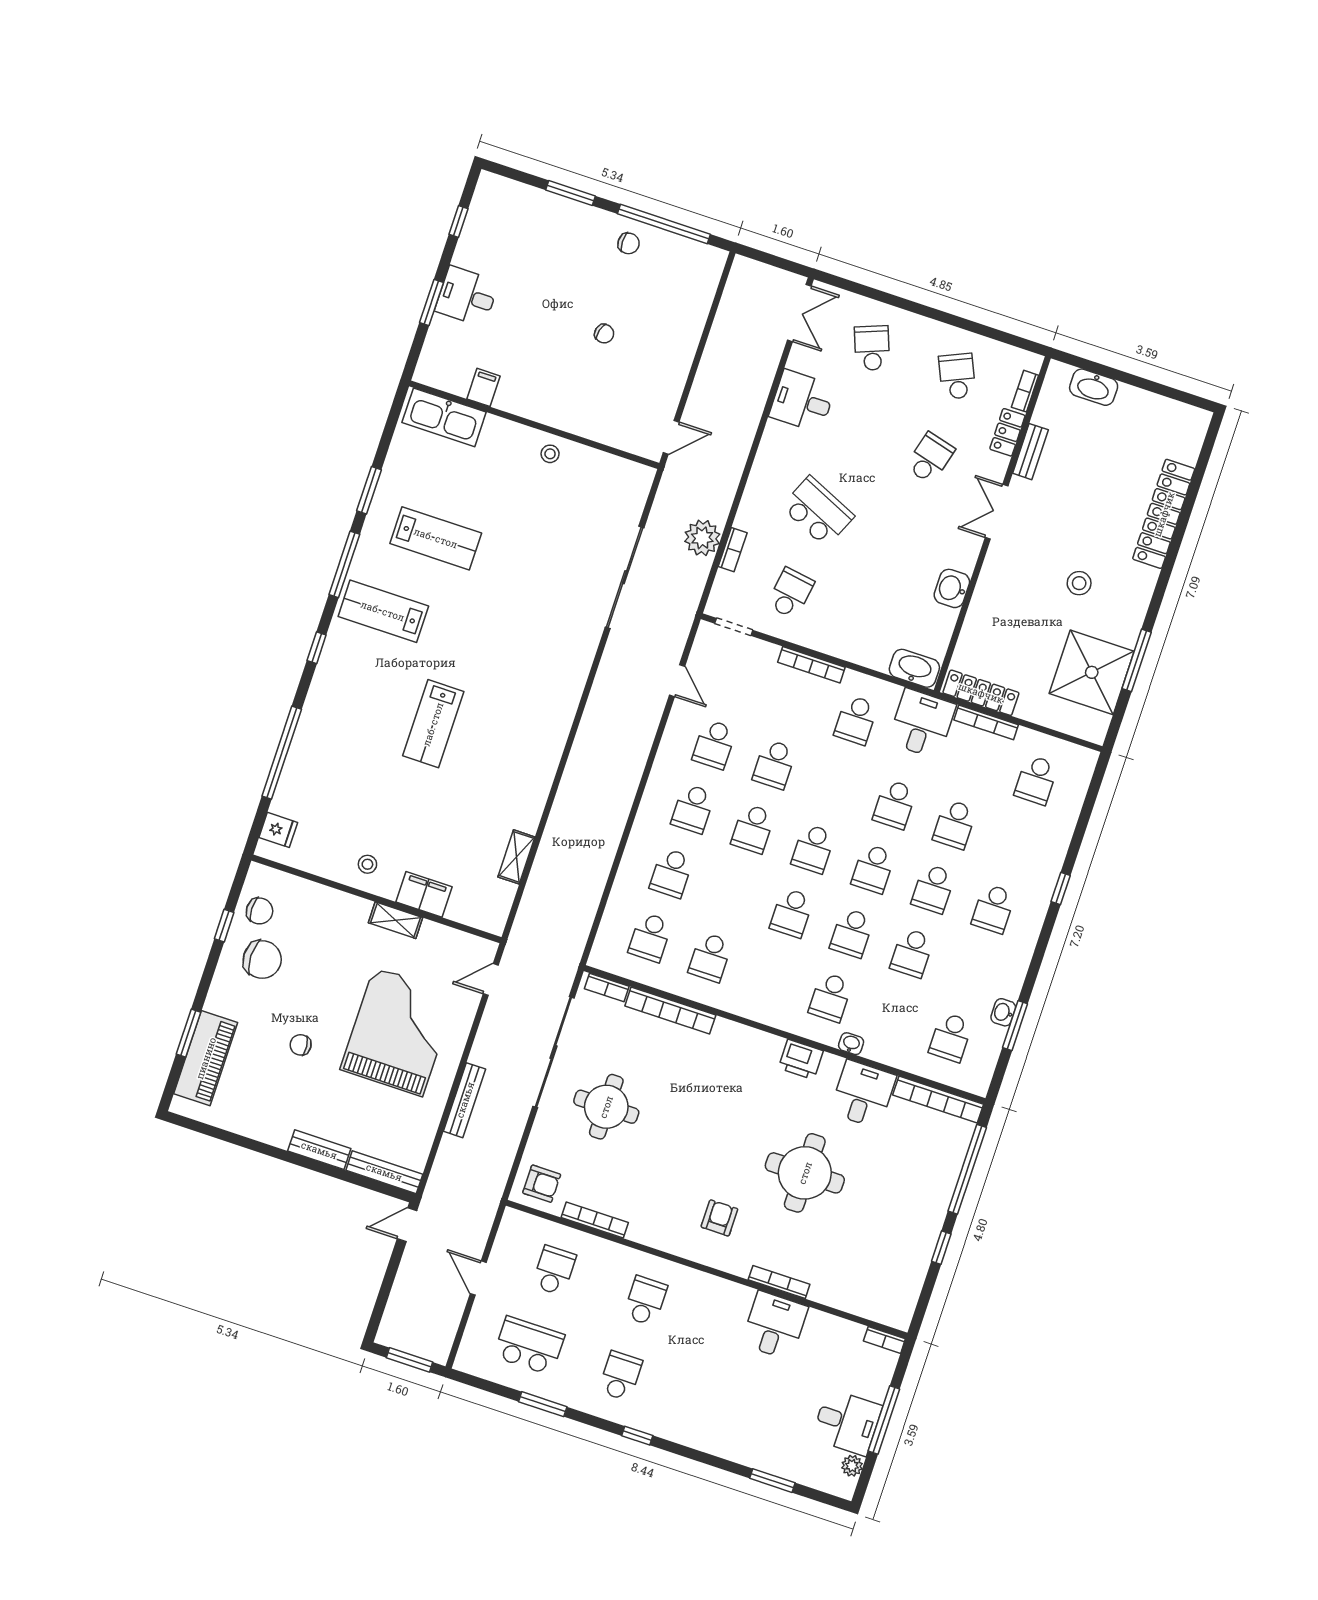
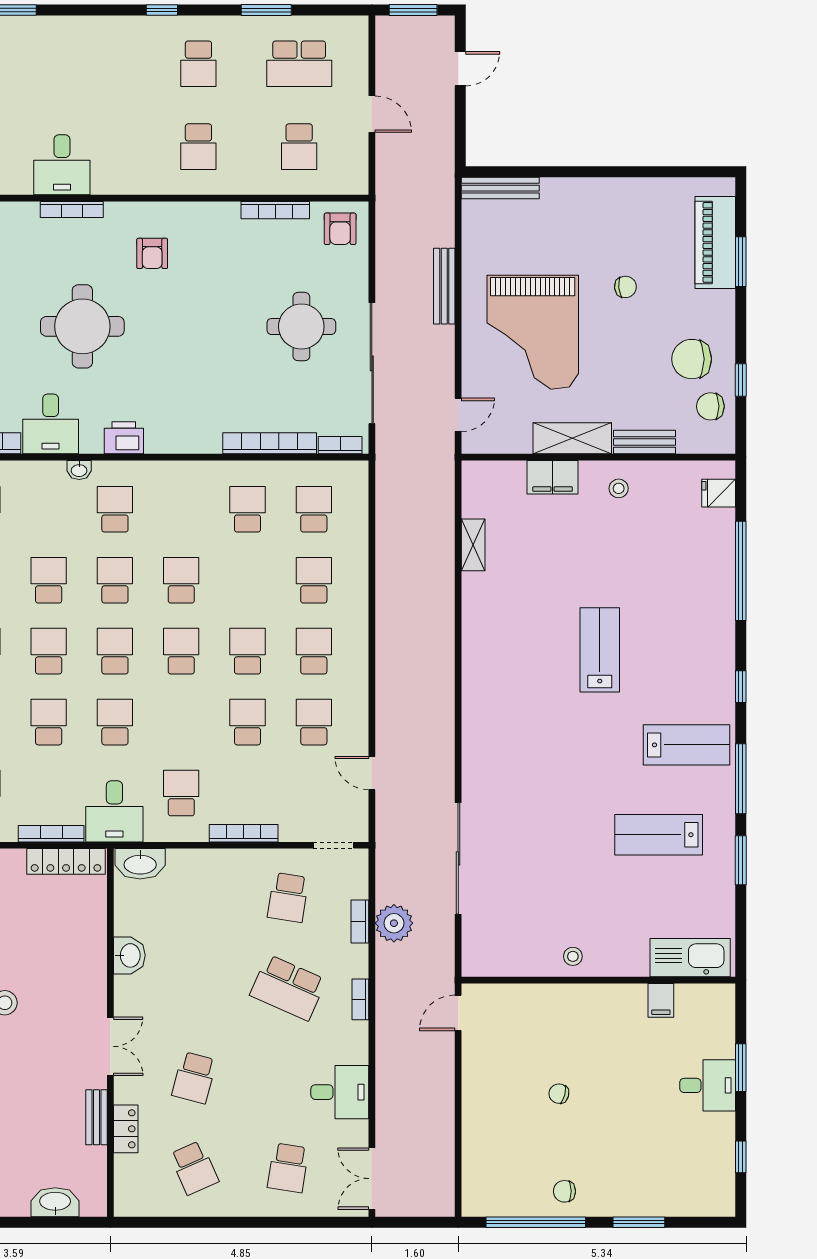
school desk: (872, 348) -> (288, 1168), turned 30
bookcase: (1025, 391) -> (360, 999), moved, turned 180
shelving: (395, 920) -> (572, 438), width x1.50, depth x1.33
bench: (319, 1150) -> (645, 442), moved
armchair: (542, 1184) -> (340, 229), turned -90
door: (407, 1225) -> (460, 69), moved

